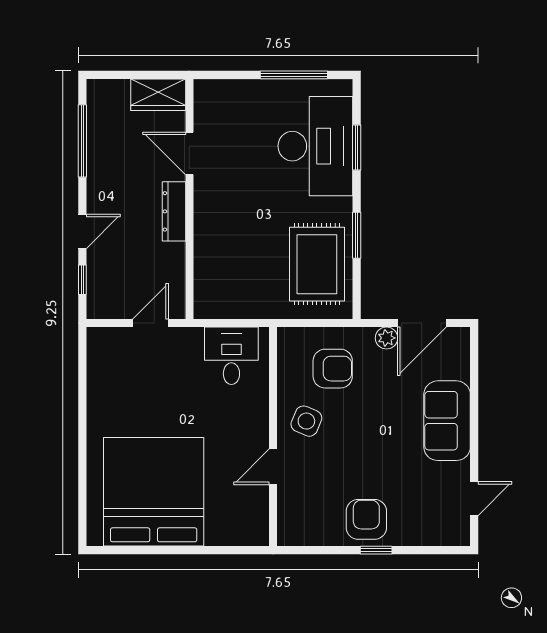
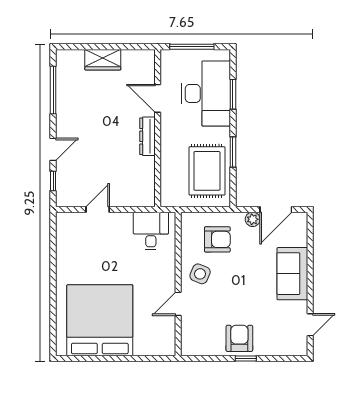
door: (189, 154) -> (158, 98), moved
wall: (189, 199) -> (158, 128), moved
dresser: (174, 211) -> (147, 136), moved

